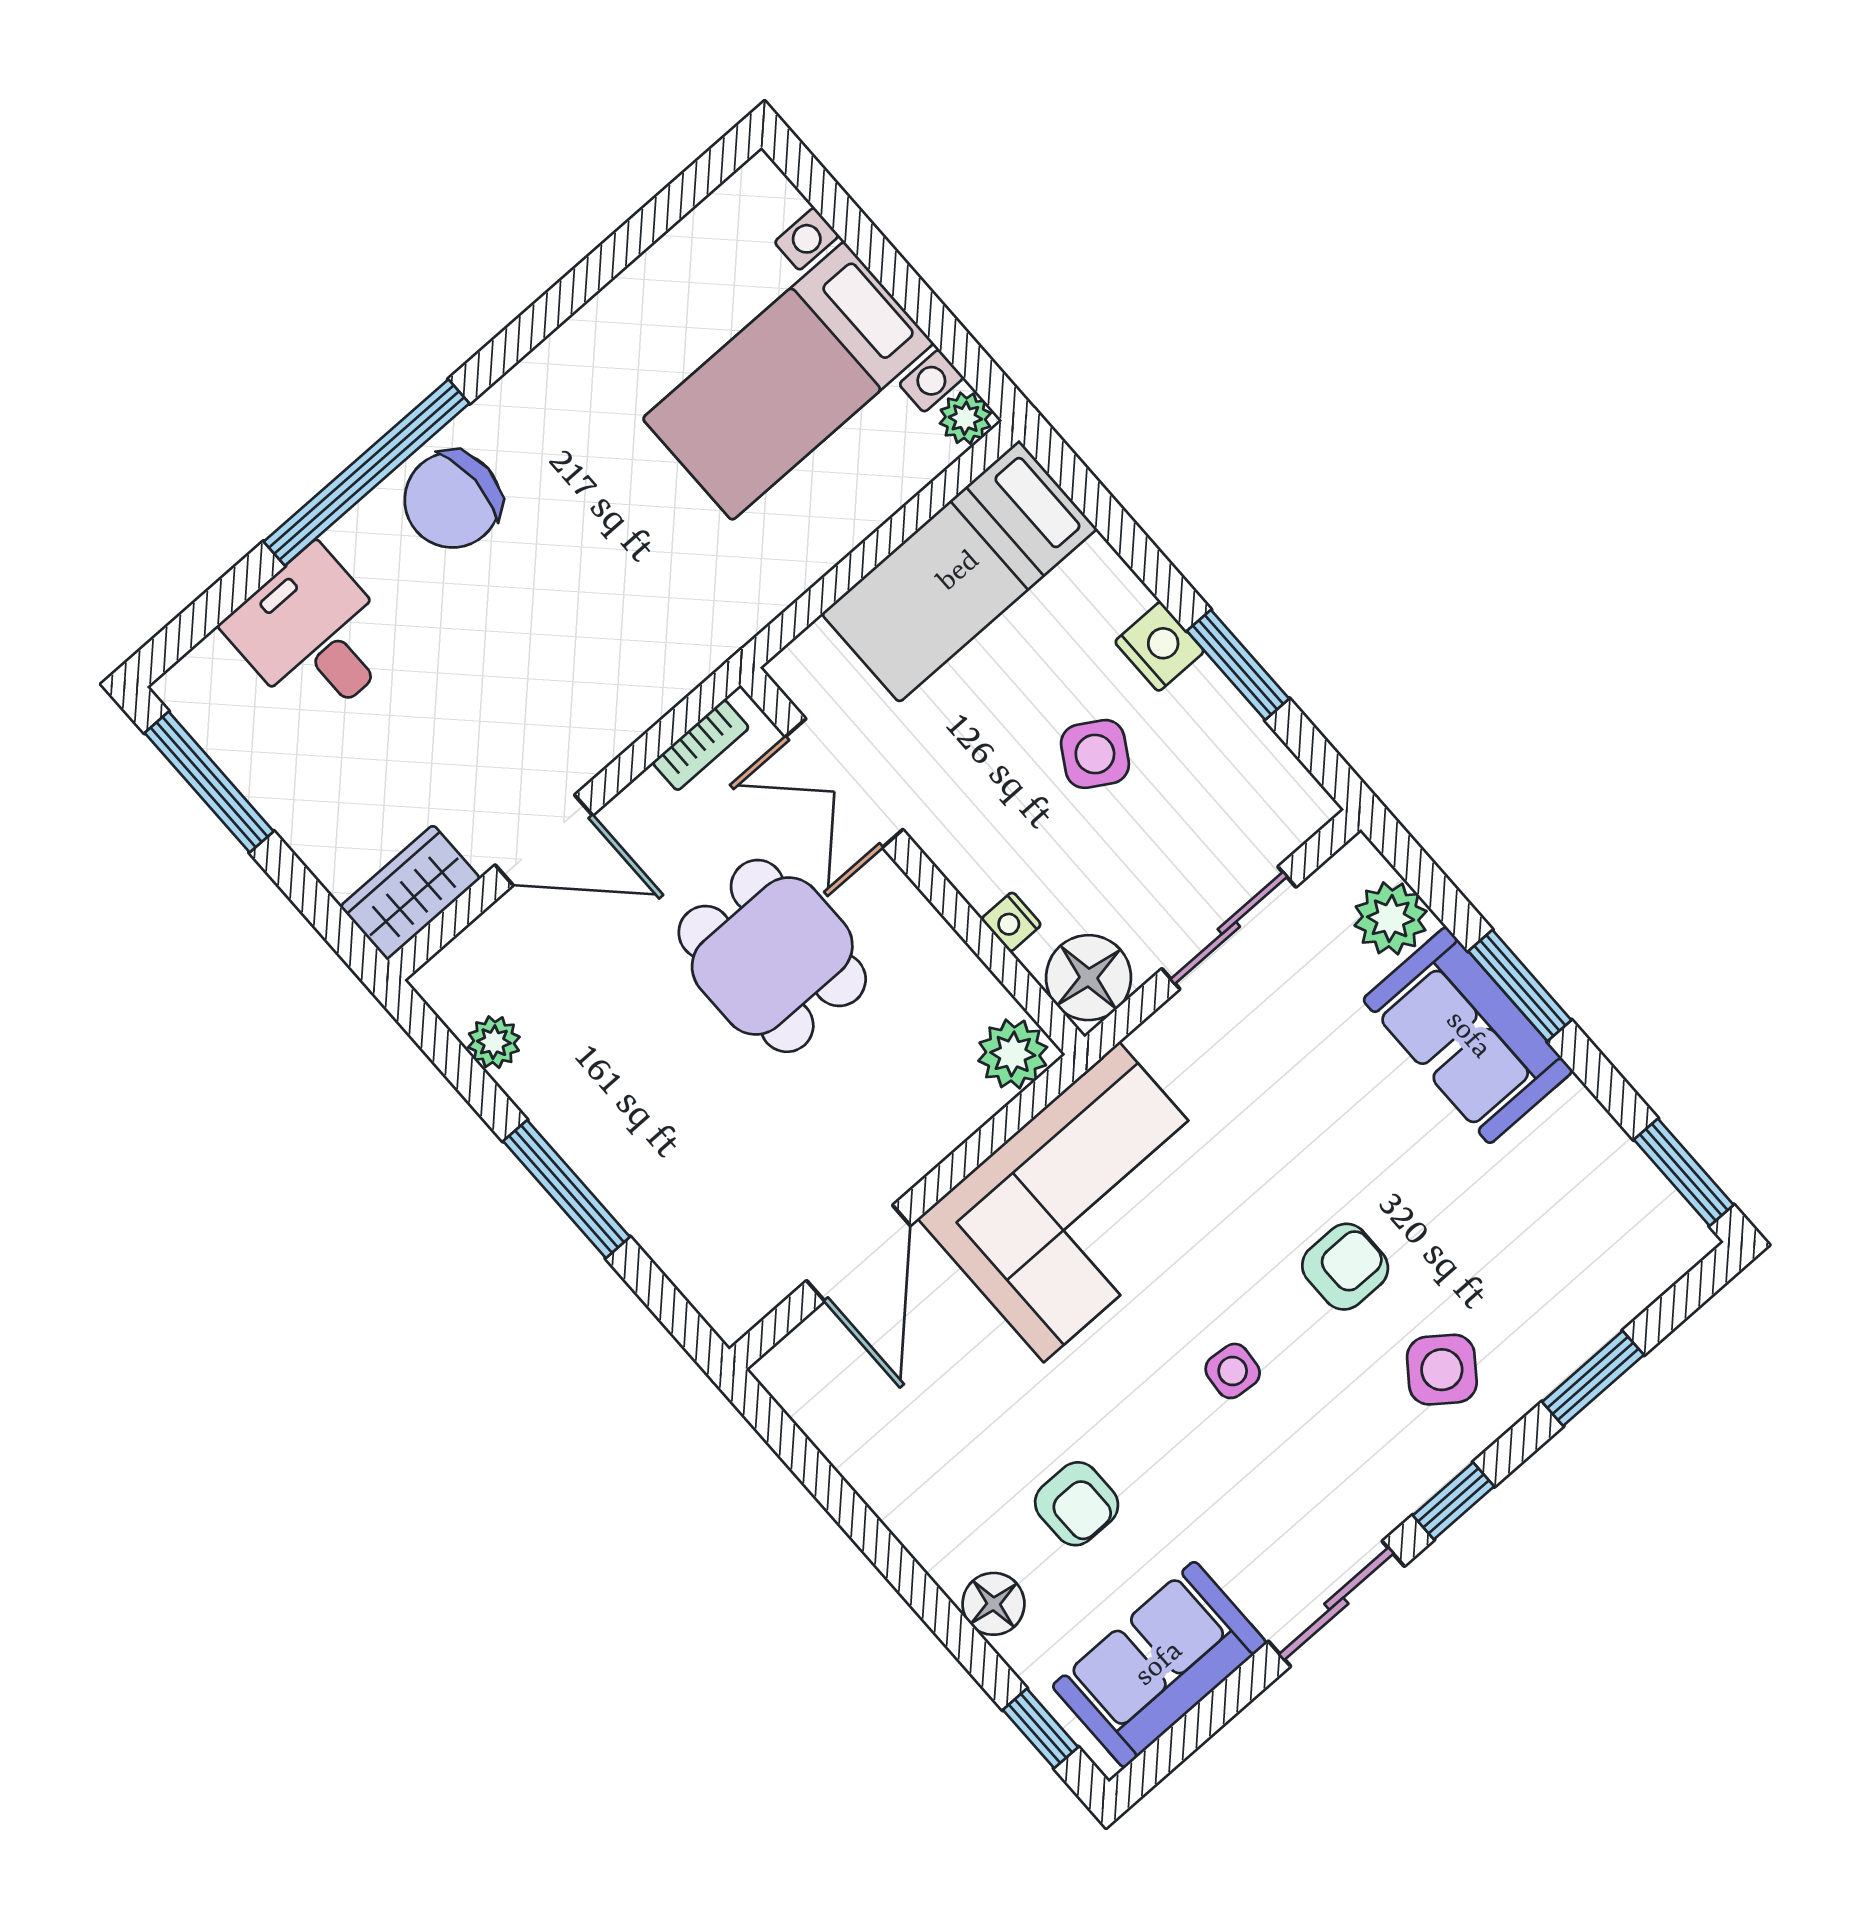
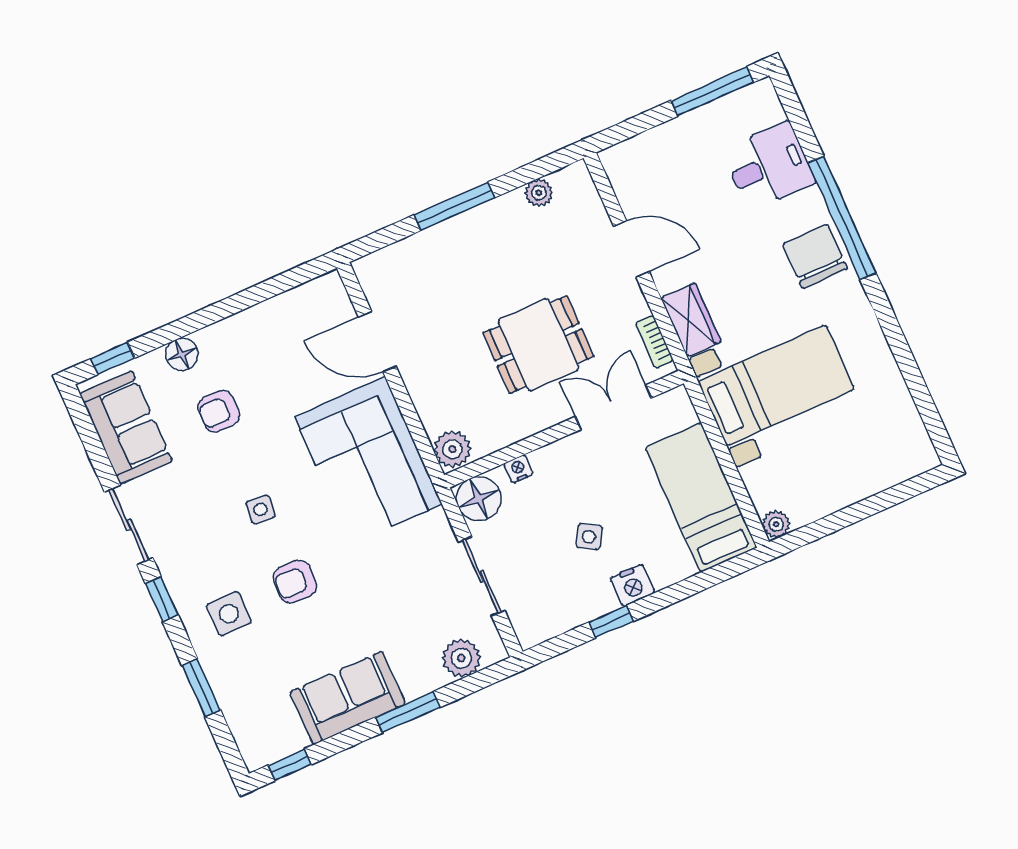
bed with nightstands: (788, 381) -> (776, 385), moved, turned 90
window: (1238, 665) -> (611, 622), width x0.67
side table: (1095, 754) -> (589, 537), width x0.73, depth x0.73
door: (544, 840) -> (631, 249), swing flipped
wardrobe: (410, 893) -> (691, 320), moved
sofa: (1468, 1035) -> (348, 698), moved
window: (1684, 1172) -> (290, 765), width x0.67
armchair: (1345, 1267) -> (295, 582), turned 92
side table: (1442, 1370) -> (229, 614), turned -37

